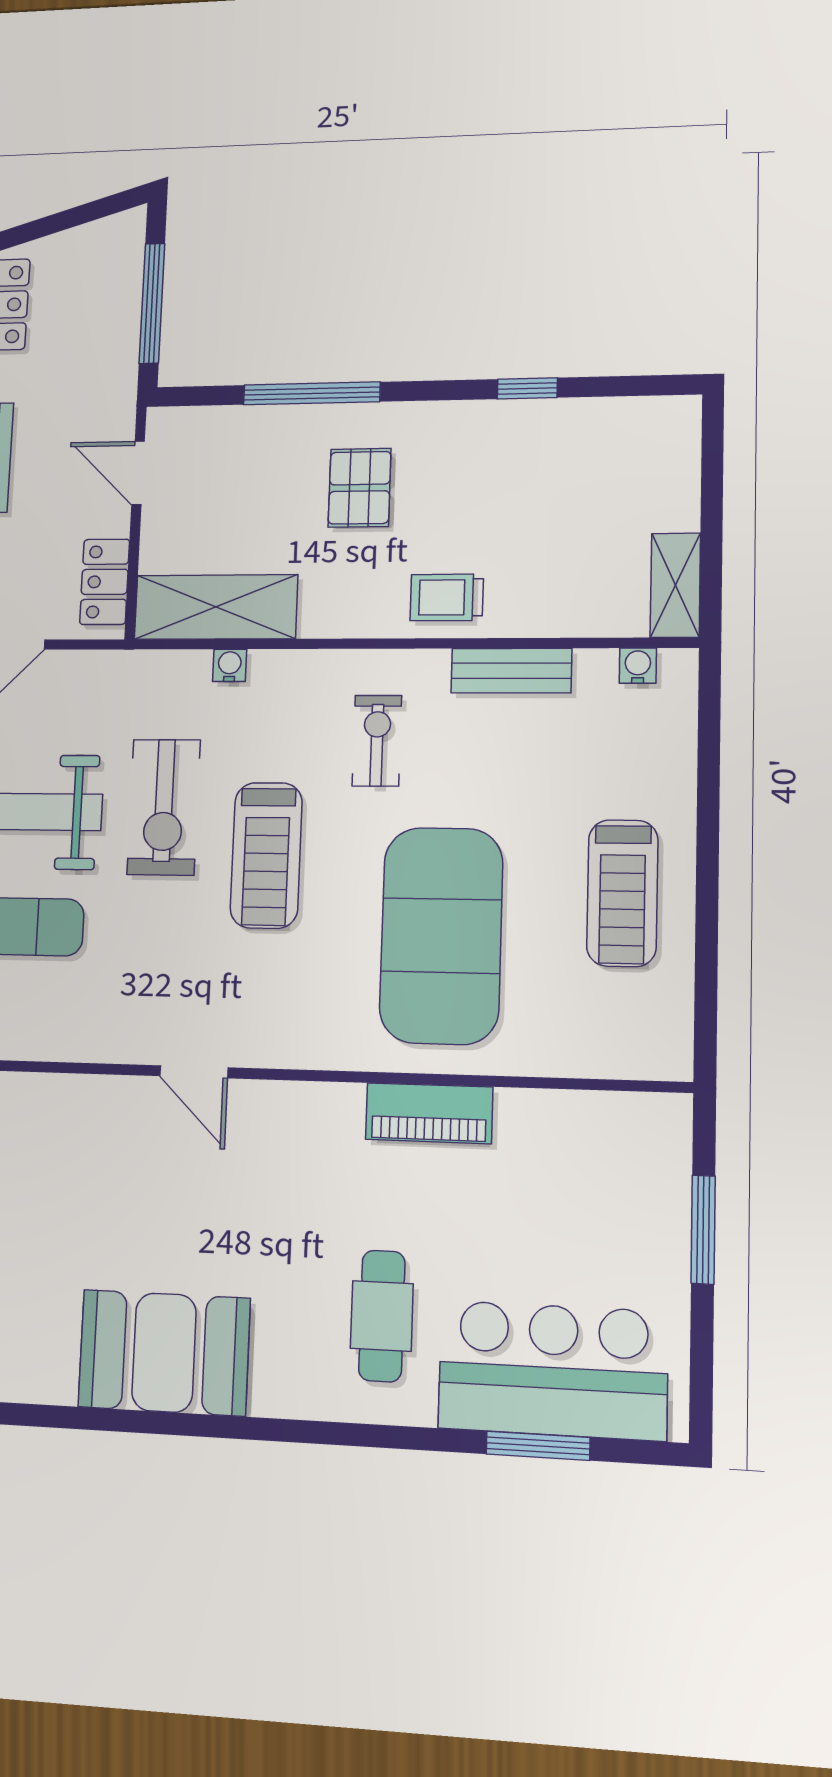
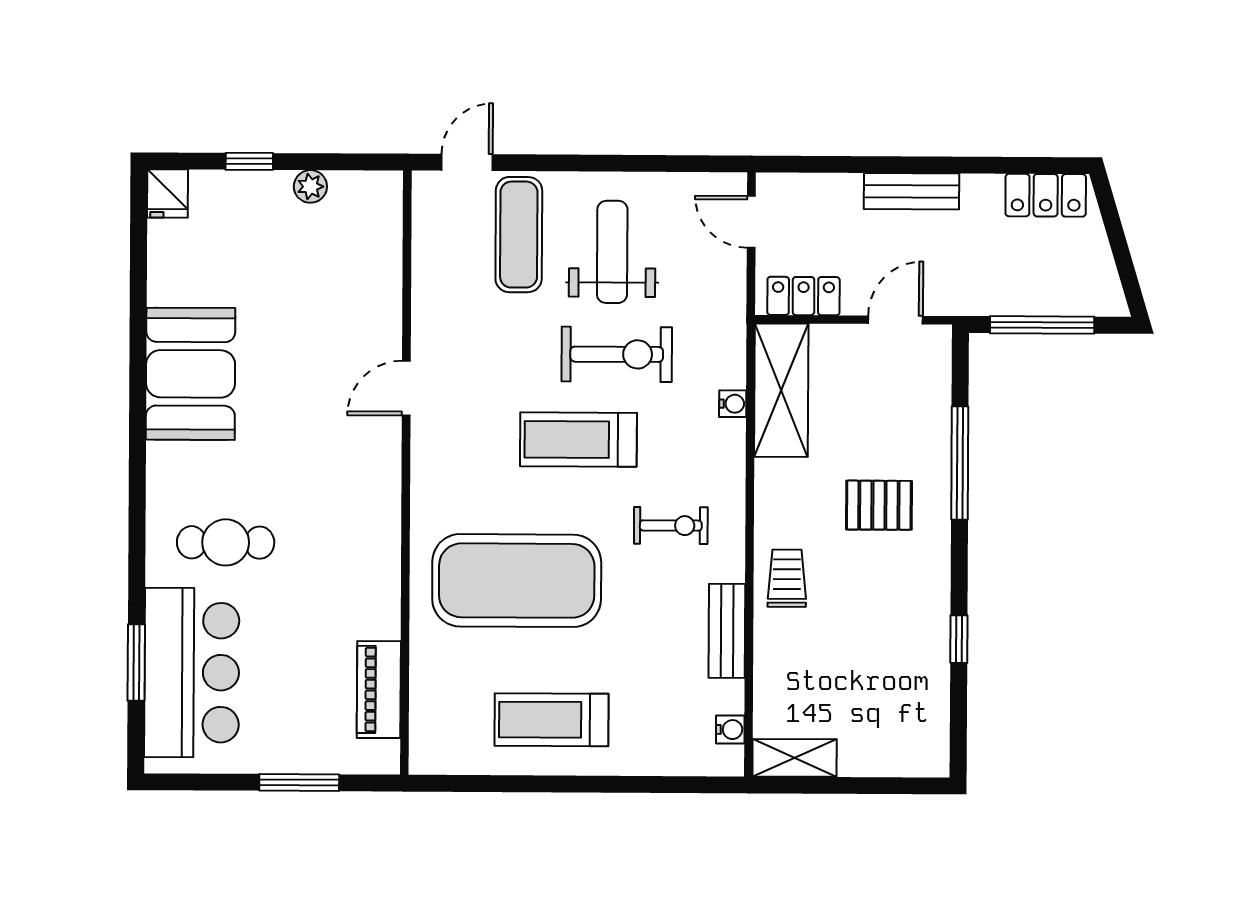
exercise bike: (164, 807) -> (617, 354), turned 180
piano: (429, 1113) -> (379, 690), moved

